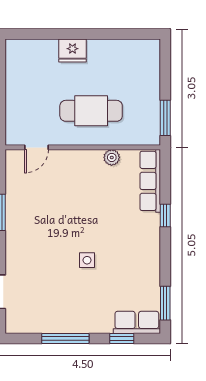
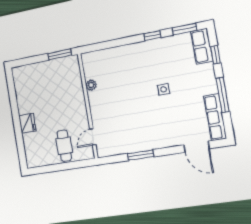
cafe table: (91, 111) -> (64, 146), moved, width x0.73, depth x0.74
door: (37, 147) -> (93, 137), swing flipped
row of seats: (150, 181) -> (215, 117), moved, turned 90
window: (165, 216) -> (152, 36), moved

